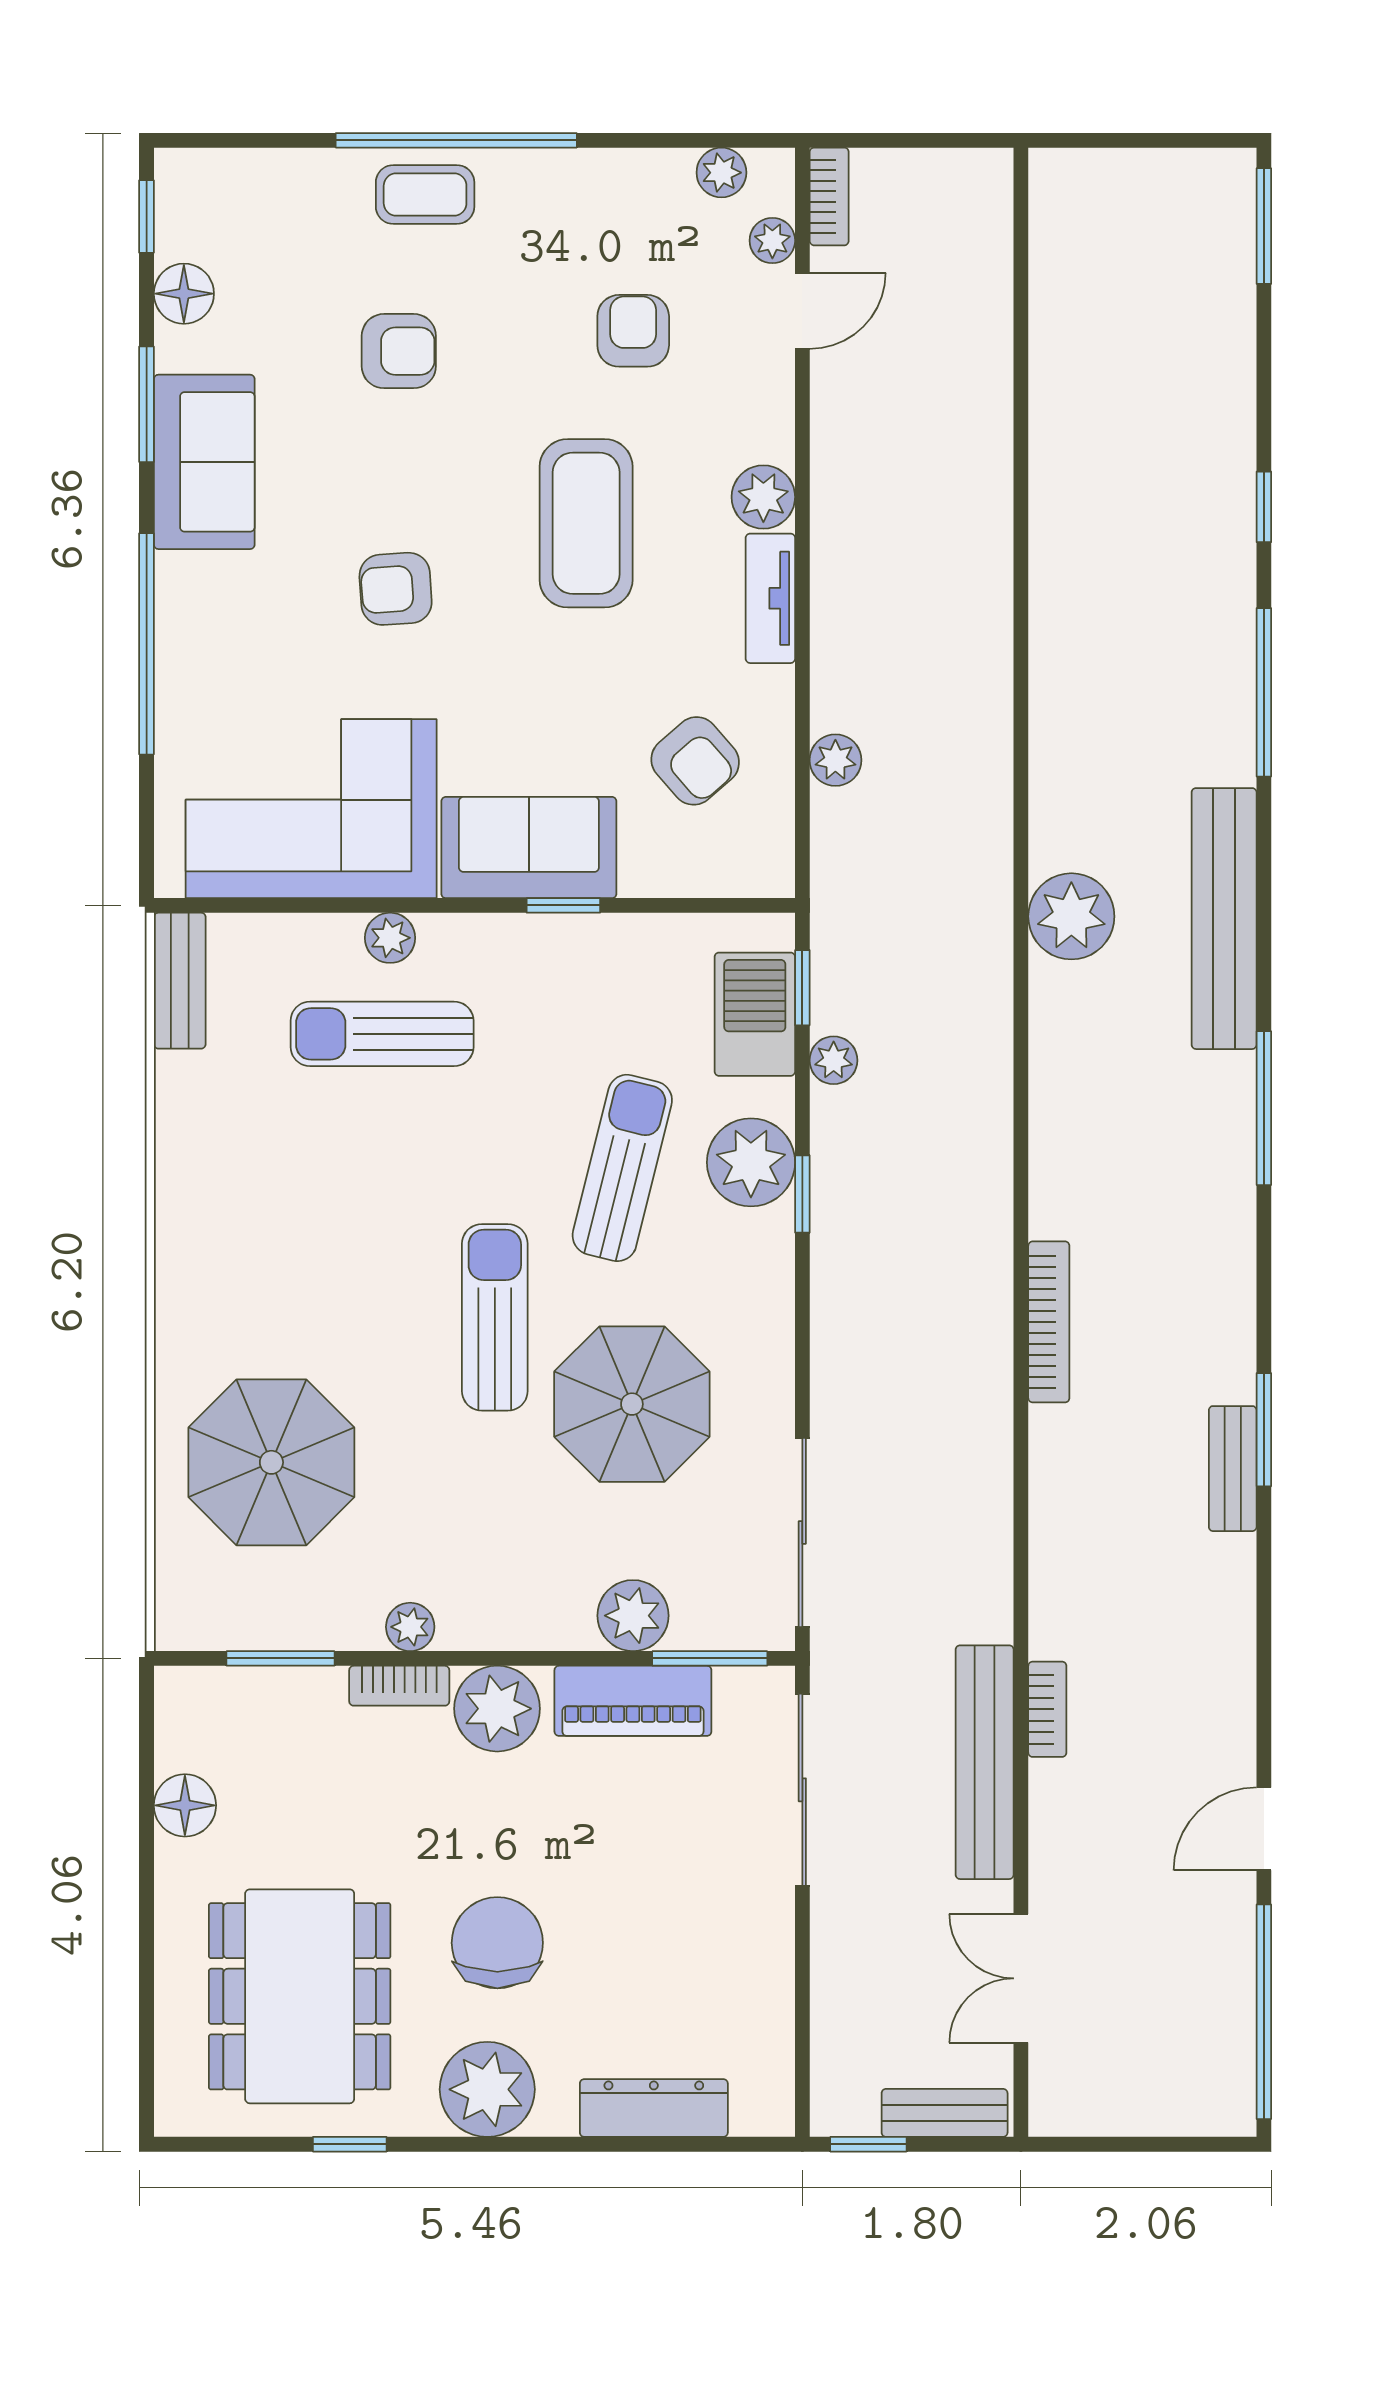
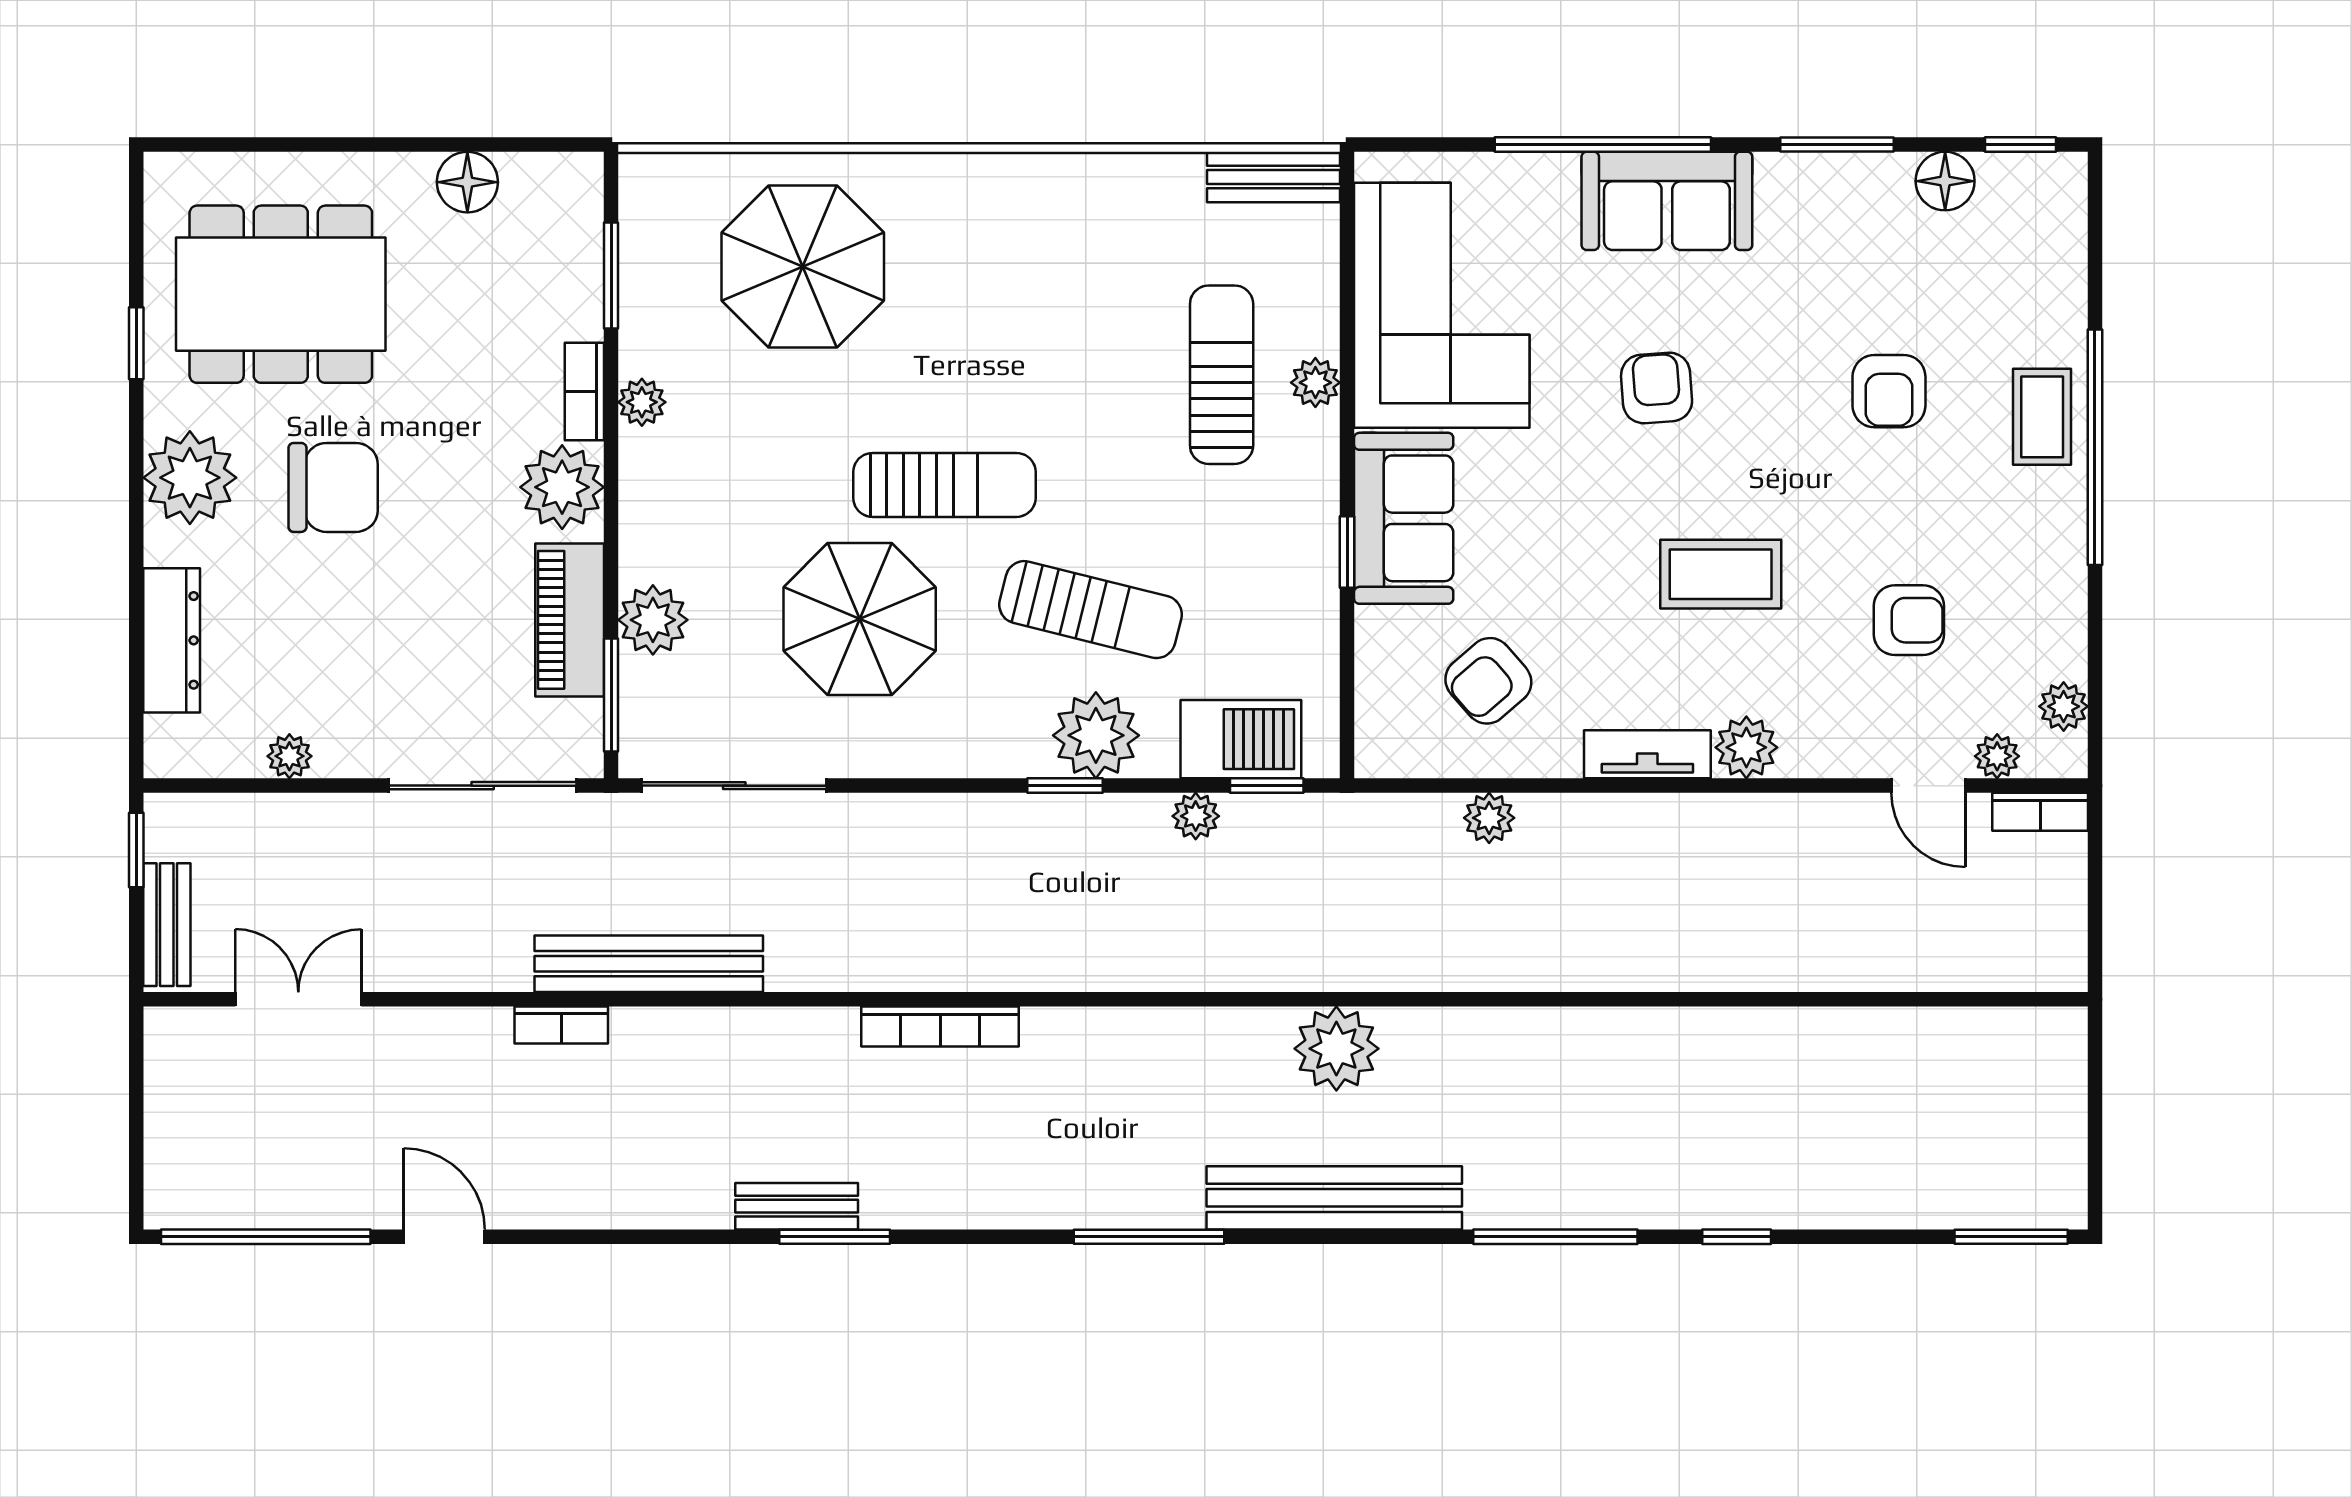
sofa: (204, 462) -> (1667, 201), moved
coffee table: (586, 523) -> (1721, 574), width x0.73, depth x0.76
bench: (985, 1762) -> (649, 964), moved
plant: (772, 1987) -> (289, 756), added

